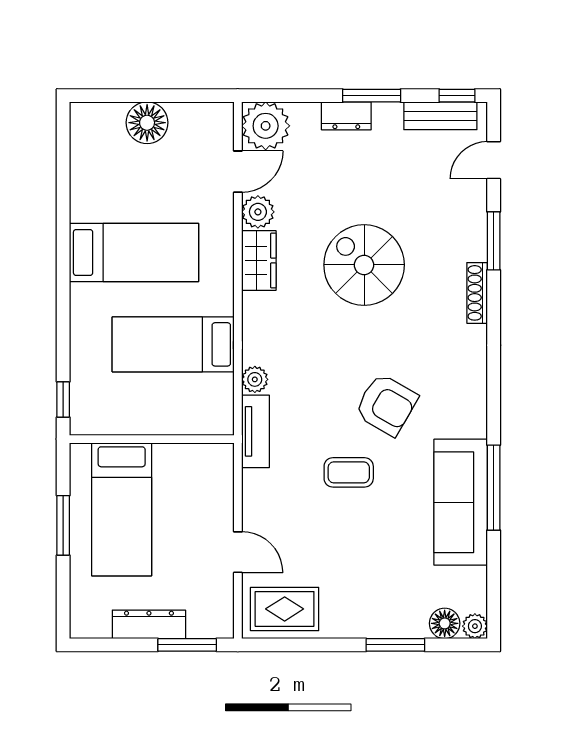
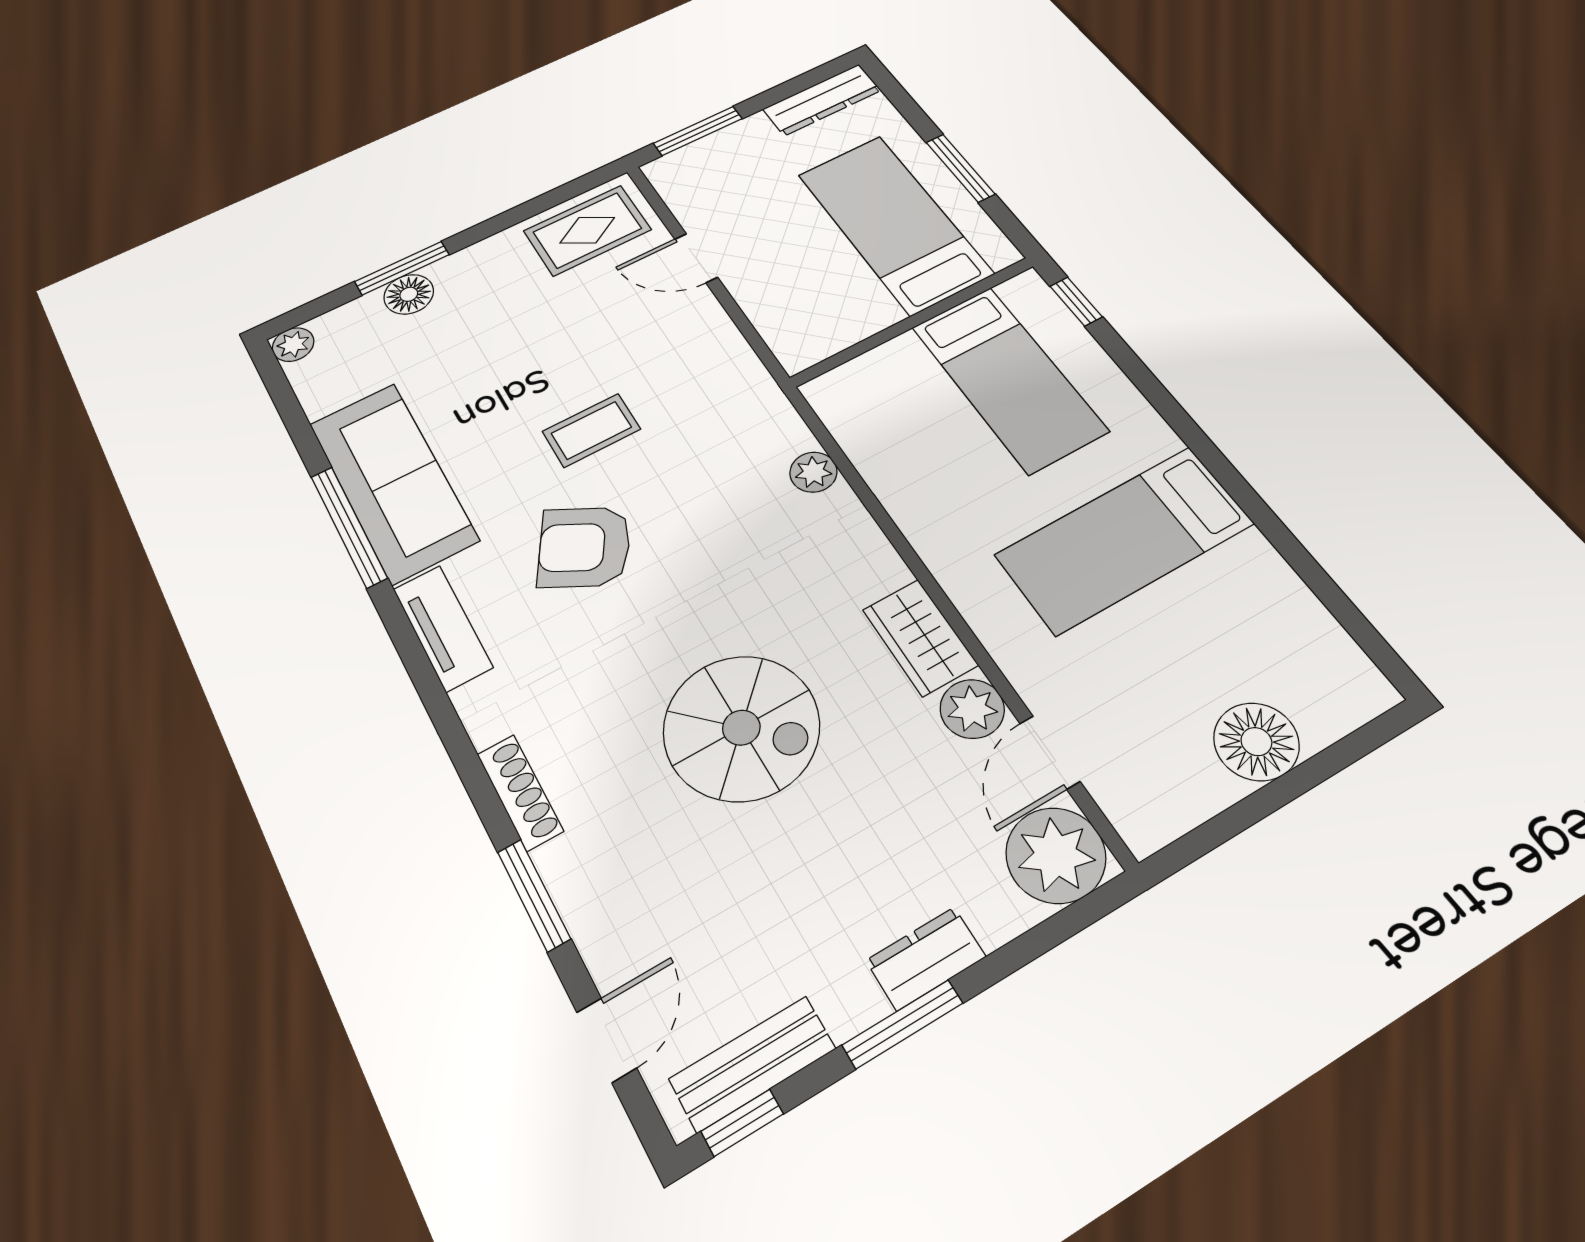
bed: (173, 344) -> (1009, 378), moved, turned 90
tv unit: (255, 431) -> (443, 628), moved, turned 180
floor lamp: (445, 623) -> (409, 294), moved
dresser: (149, 624) -> (822, 100), moved

